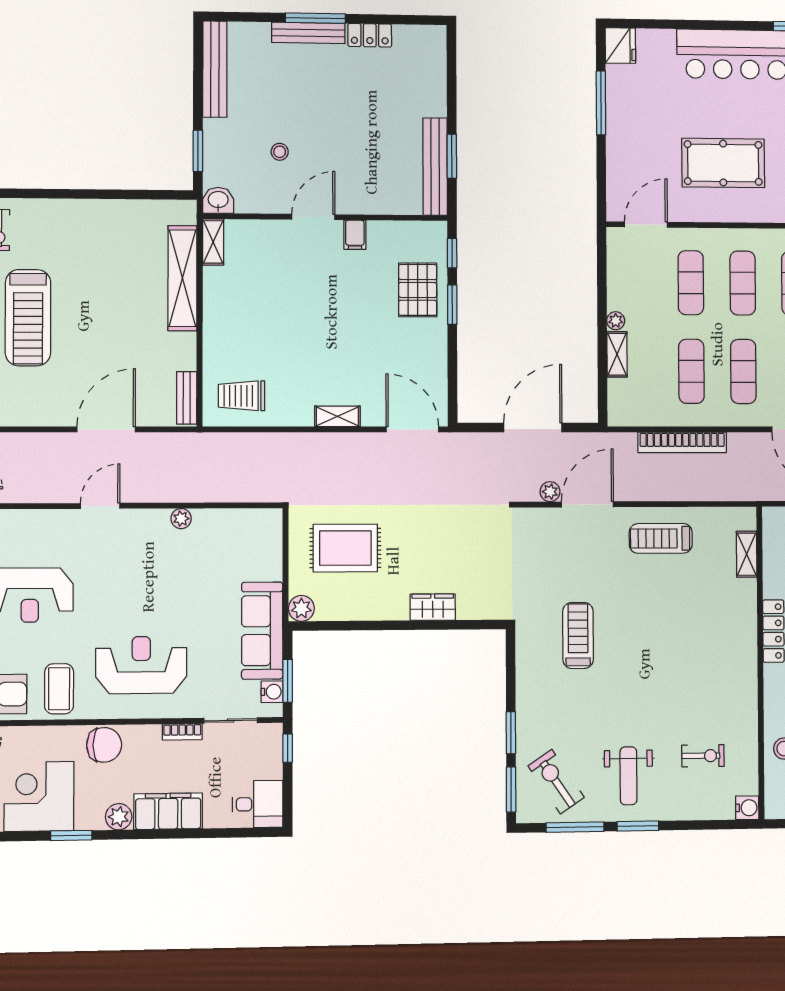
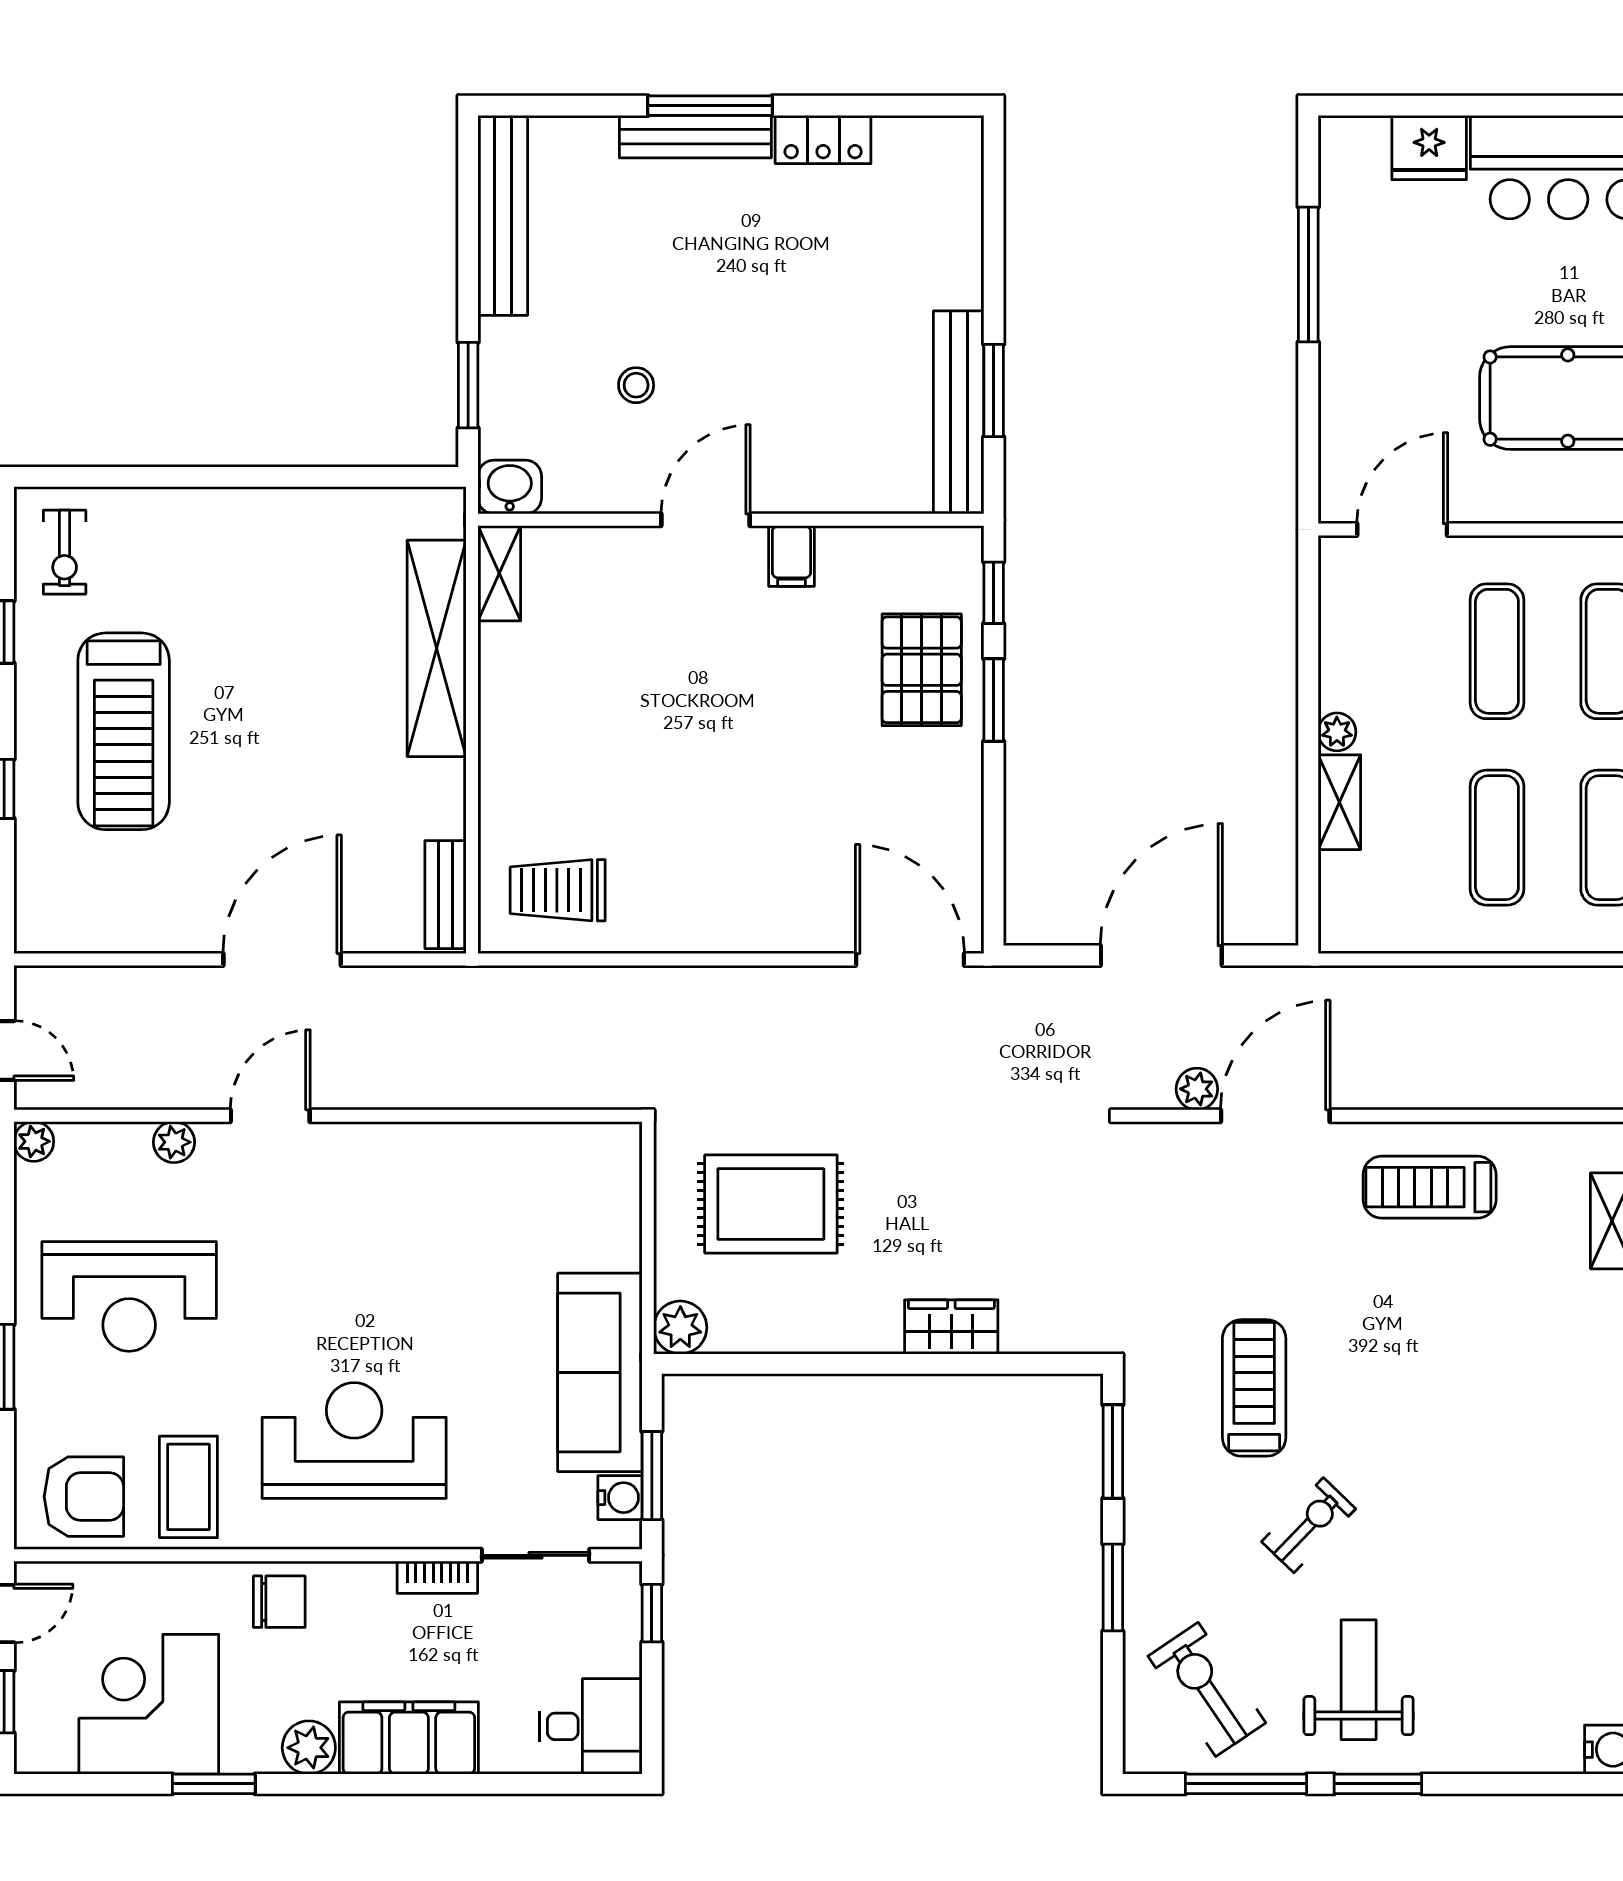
fridge: (620, 46) -> (1429, 148), moved, turned 90
shelving: (337, 416) -> (755, 932), removed
bookcase: (682, 442) -> (1476, 987), removed
plant: (181, 519) -> (174, 1142), moved
chair: (104, 745) -> (279, 1602), width x0.73, depth x0.73
exercise bike: (703, 756) -> (1309, 1525), moved, turned -46
weight bench: (628, 776) -> (1359, 1680), turned 180
window: (511, 789) -> (1113, 1451), moved

